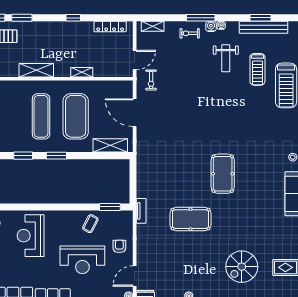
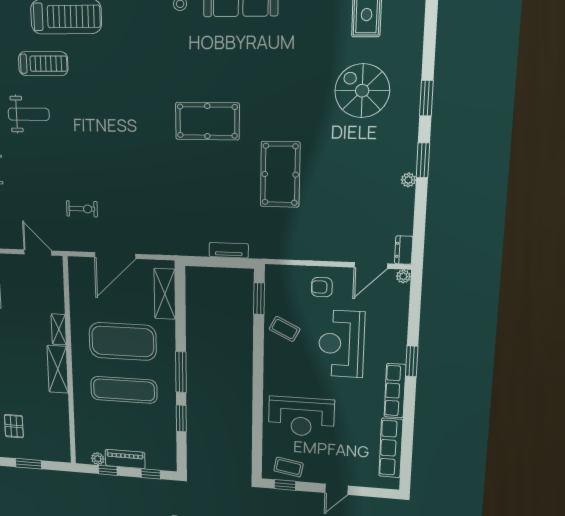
shelving: (36, 70) -> (58, 369), moved
exercise bike: (151, 80) -> (82, 209), moved
window: (56, 156) -> (181, 372), width x1.44
tv unit: (141, 211) -> (229, 250), moved
reception desk: (82, 260) -> (341, 344), turned 180
spiral stairs: (242, 267) -> (362, 91), turned 180
door: (135, 276) -> (371, 266), hinge flipped

